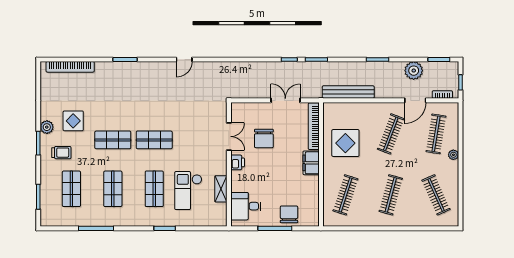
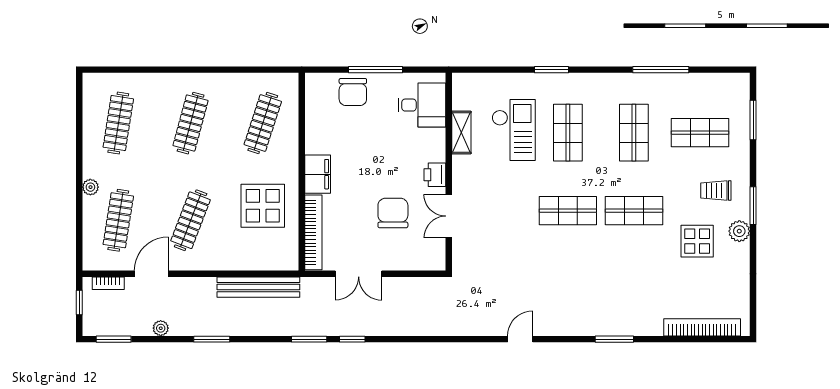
plant: (414, 71) -> (161, 328), width x0.53, depth x0.53
shop shelf: (71, 189) -> (700, 133), turned 90
clothes rail: (436, 195) -> (118, 123), turned 33

